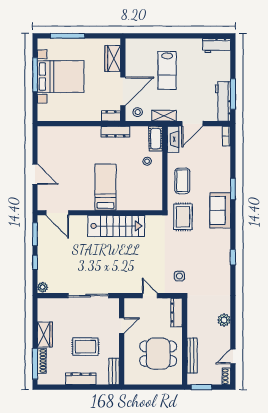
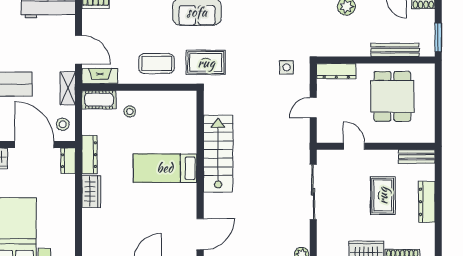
wardrobe: (89, 133) -> (91, 191), added

